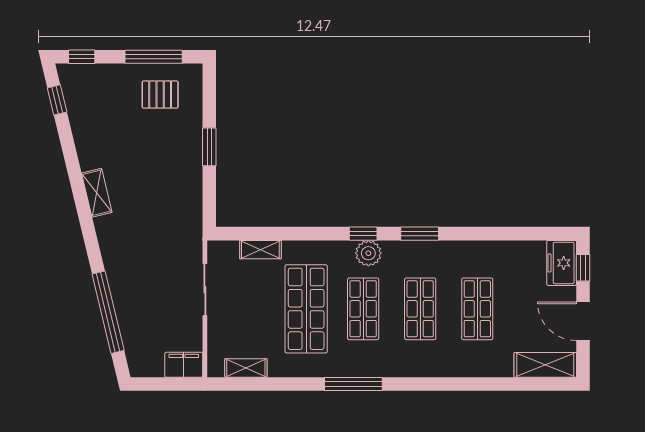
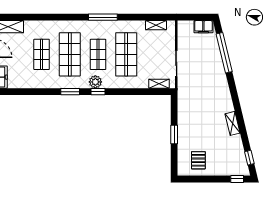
window: (154, 57) -> (202, 179), removed
pallet: (160, 95) -> (198, 160), turned 90
shelving: (97, 193) -> (233, 123), moved
shelving: (260, 250) -> (159, 84), moved
shop shelf: (420, 309) -> (70, 54), width x1.43, depth x1.36
filing cabinet: (184, 365) -> (203, 27), moved

